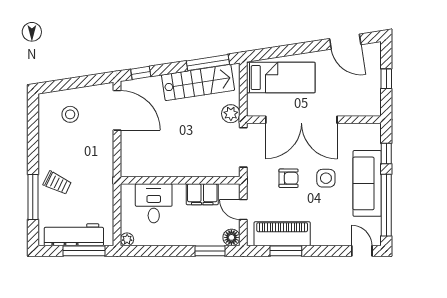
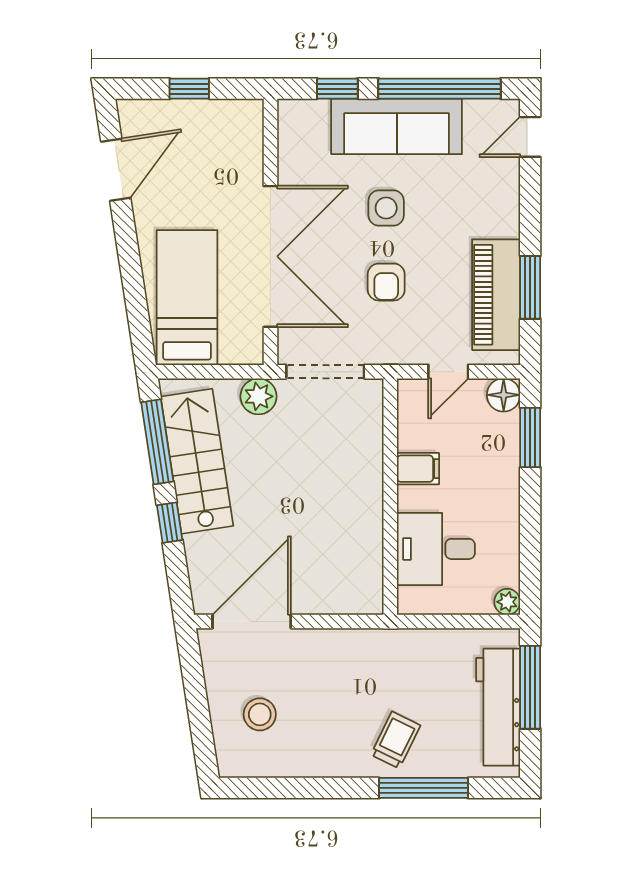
window: (141, 73) -> (170, 523), moved
armchair: (289, 178) -> (386, 282), turned 180
filing cabinet: (202, 194) -> (418, 469), width x0.50

